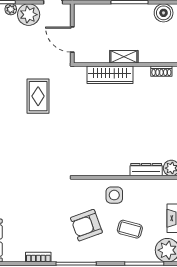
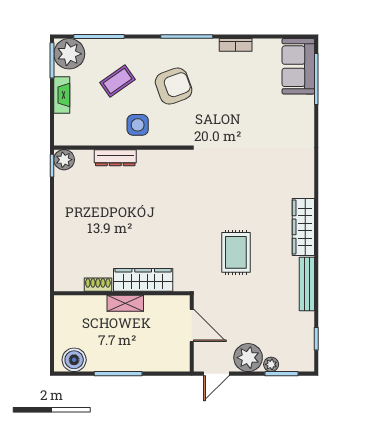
shoe rack: (161, 71) -> (98, 285), moved
dresser: (146, 170) -> (115, 158), moved
coffee table: (130, 229) -> (118, 81), turned -50

